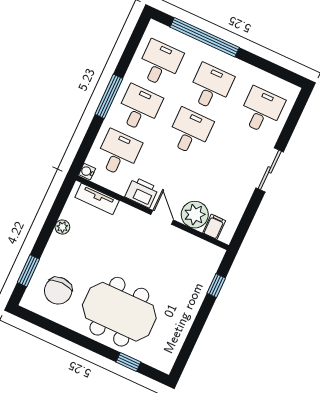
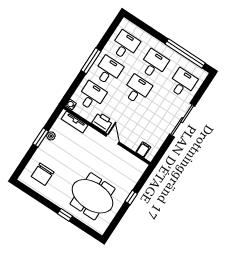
window: (205, 37) -> (185, 53), moved
sliding door: (270, 170) -> (182, 120), width x1.37
plant: (195, 215) -> (133, 140), removed
window: (28, 271) -> (41, 137), moved
window: (216, 286) -> (131, 197), moved
meeting table: (119, 312) -> (93, 196), moved
window: (128, 362) -> (65, 215), moved

